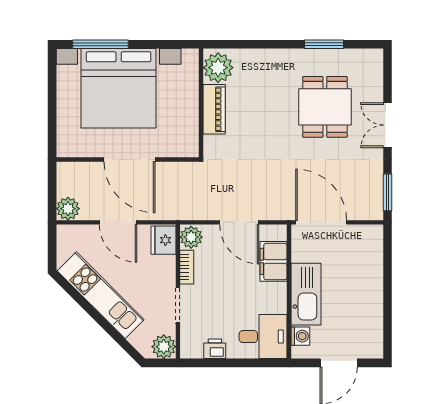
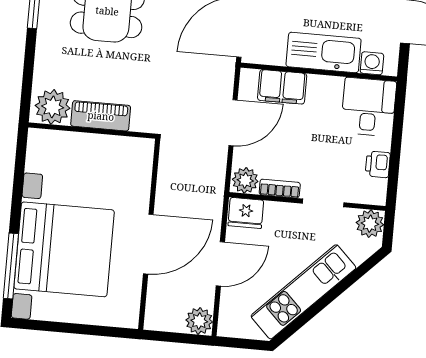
plant: (218, 68) -> (53, 107), moved
wall: (201, 103) -> (92, 131), moved
piano: (214, 109) -> (101, 116), moved

